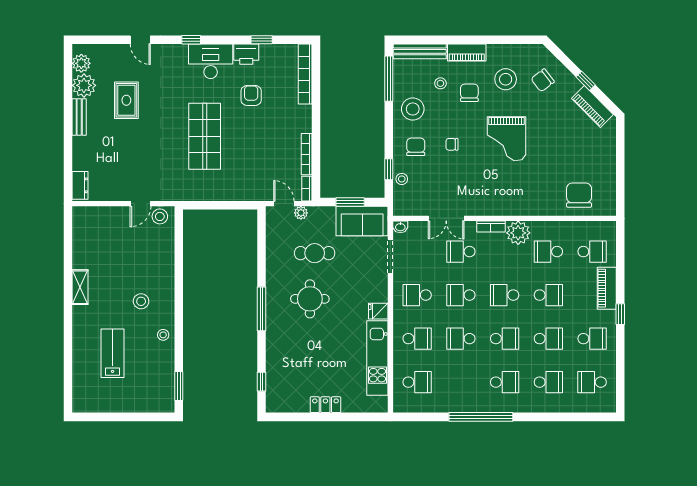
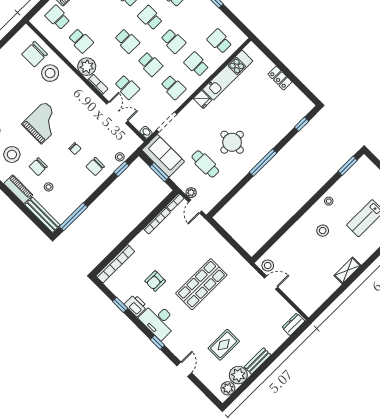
stool: (413, 109) -> (50, 73), moved
school desk: (548, 295) -> (104, 18), removed

